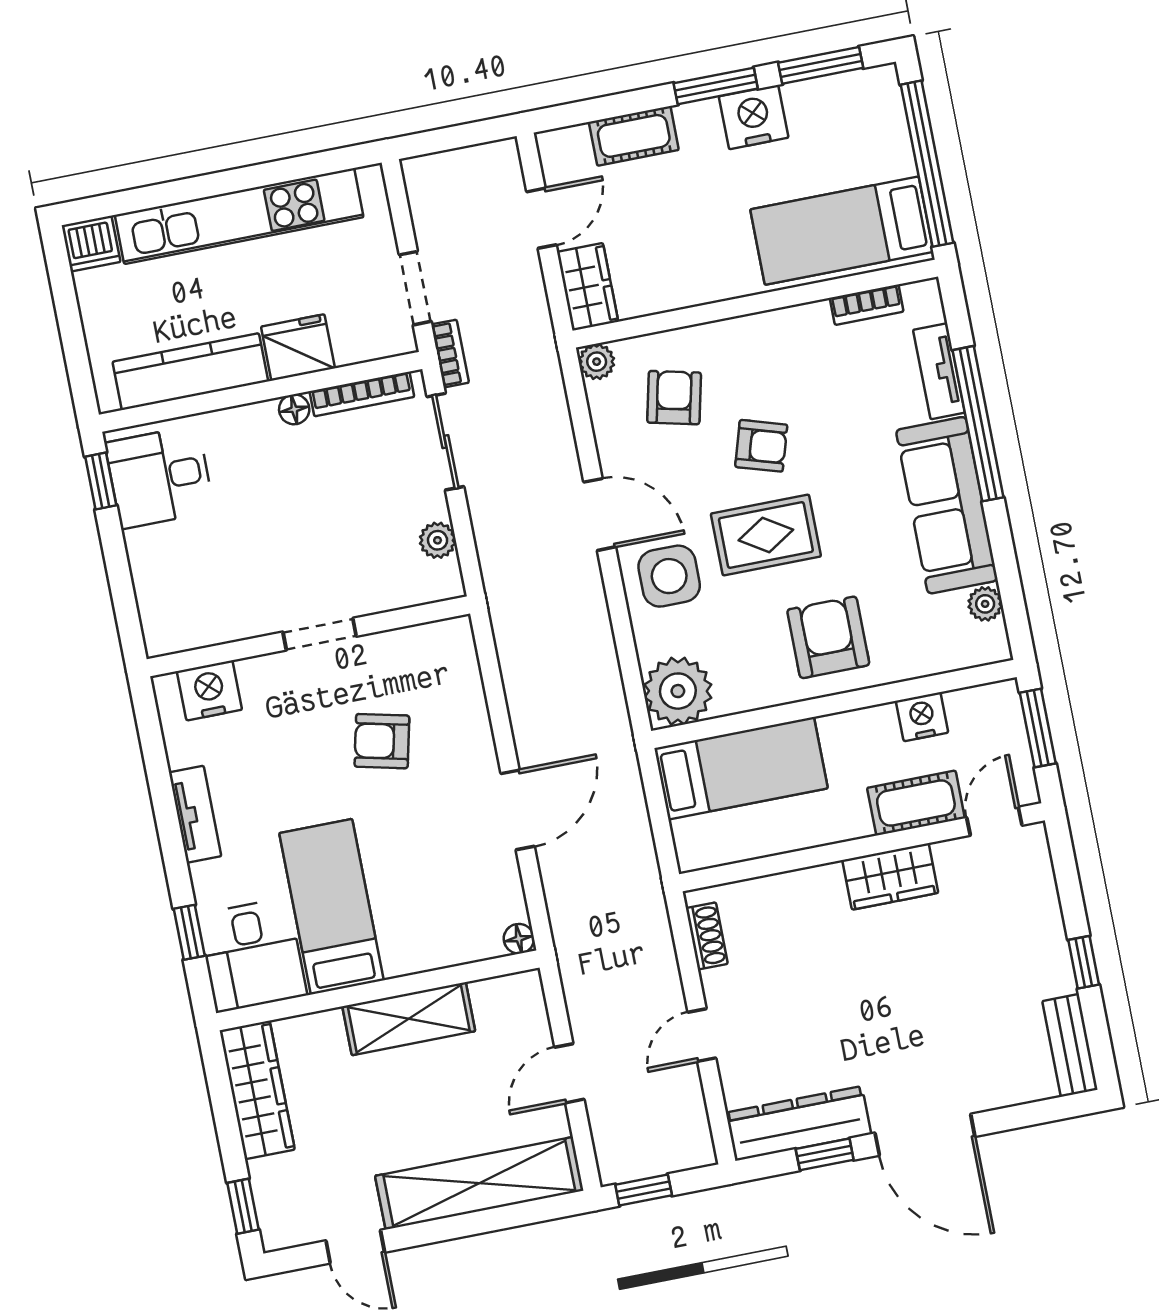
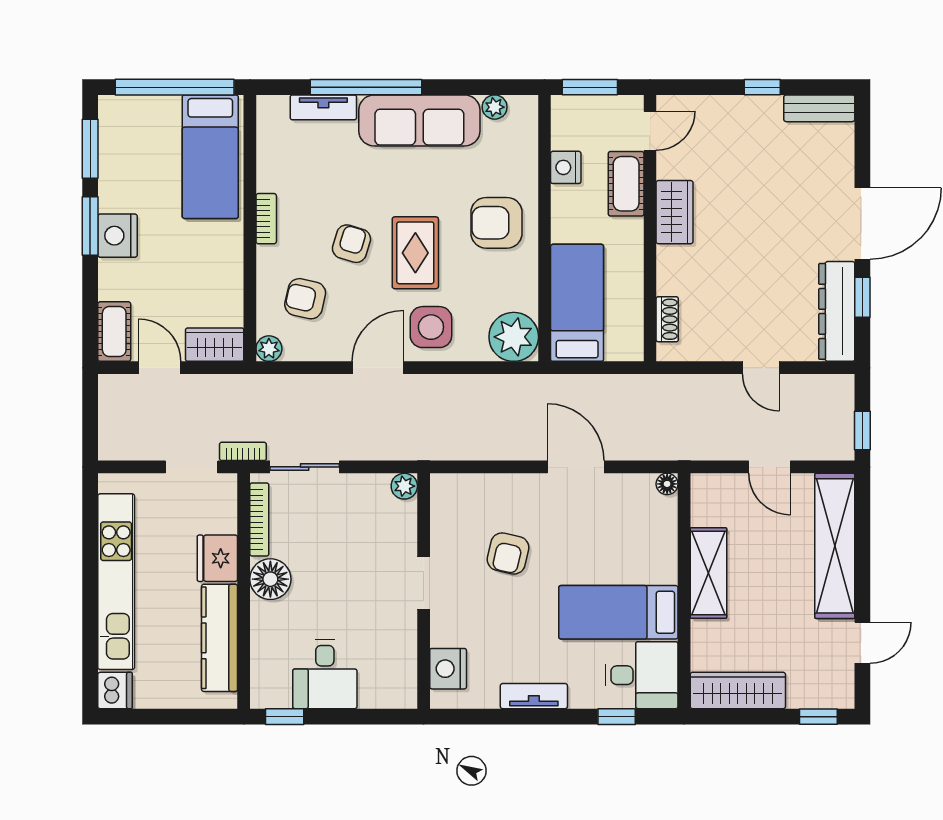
nightstand: (754, 117) -> (117, 236), moved
cot: (634, 136) -> (114, 332), moved
bookcase: (867, 305) -> (266, 219), moved
floor lamp: (294, 409) -> (270, 579), width x1.89, depth x1.89
desk: (160, 477) -> (325, 674), moved
plant: (438, 540) -> (404, 486), moved
door: (994, 821) -> (650, 131), swing flipped
shoe rack: (707, 936) -> (667, 319), moved, turned 90

